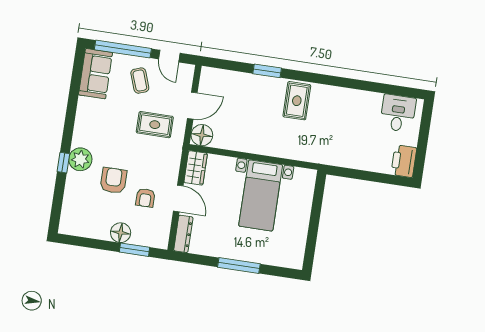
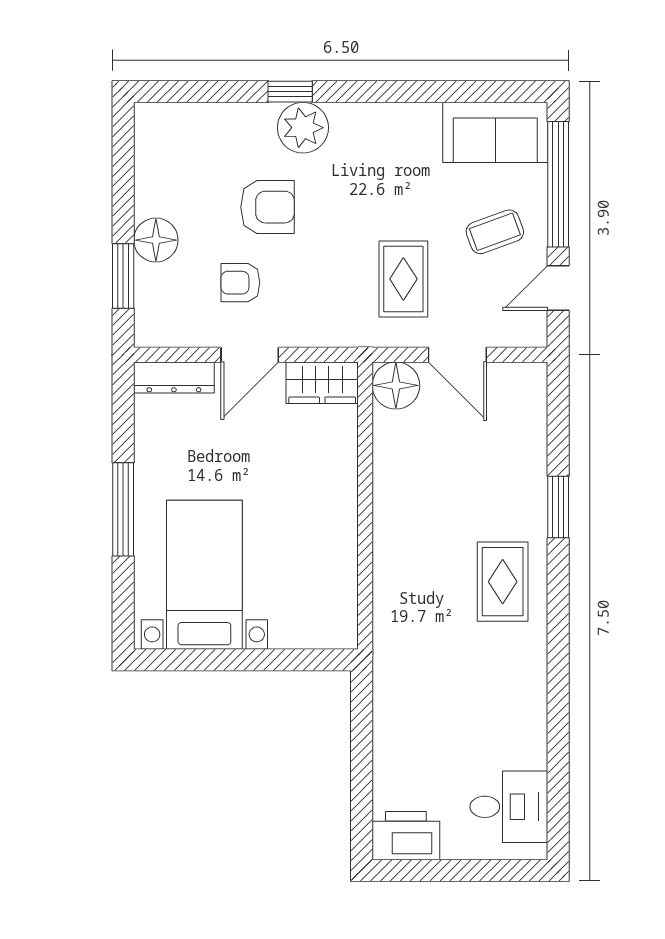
rug: (297, 101) -> (503, 582), turned 90
bed with nightstands: (261, 195) -> (204, 575), moved, turned 90

